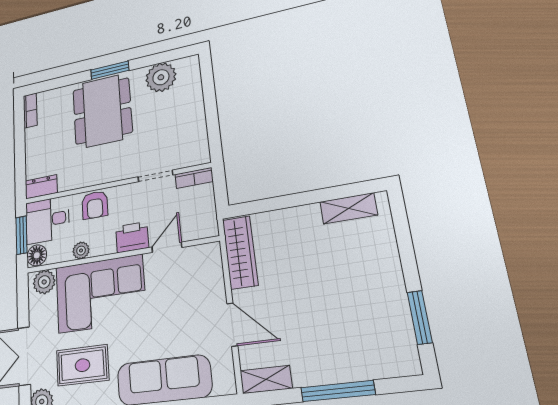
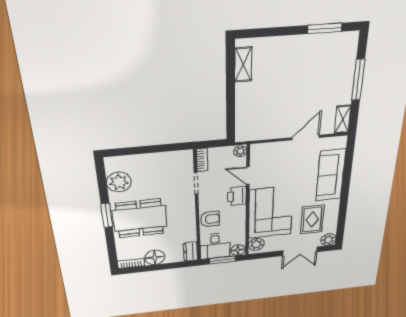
floor lamp: (37, 140) -> (155, 257), added
plant: (81, 250) -> (240, 151), moved
wardrobe: (240, 252) -> (260, 132), removed

